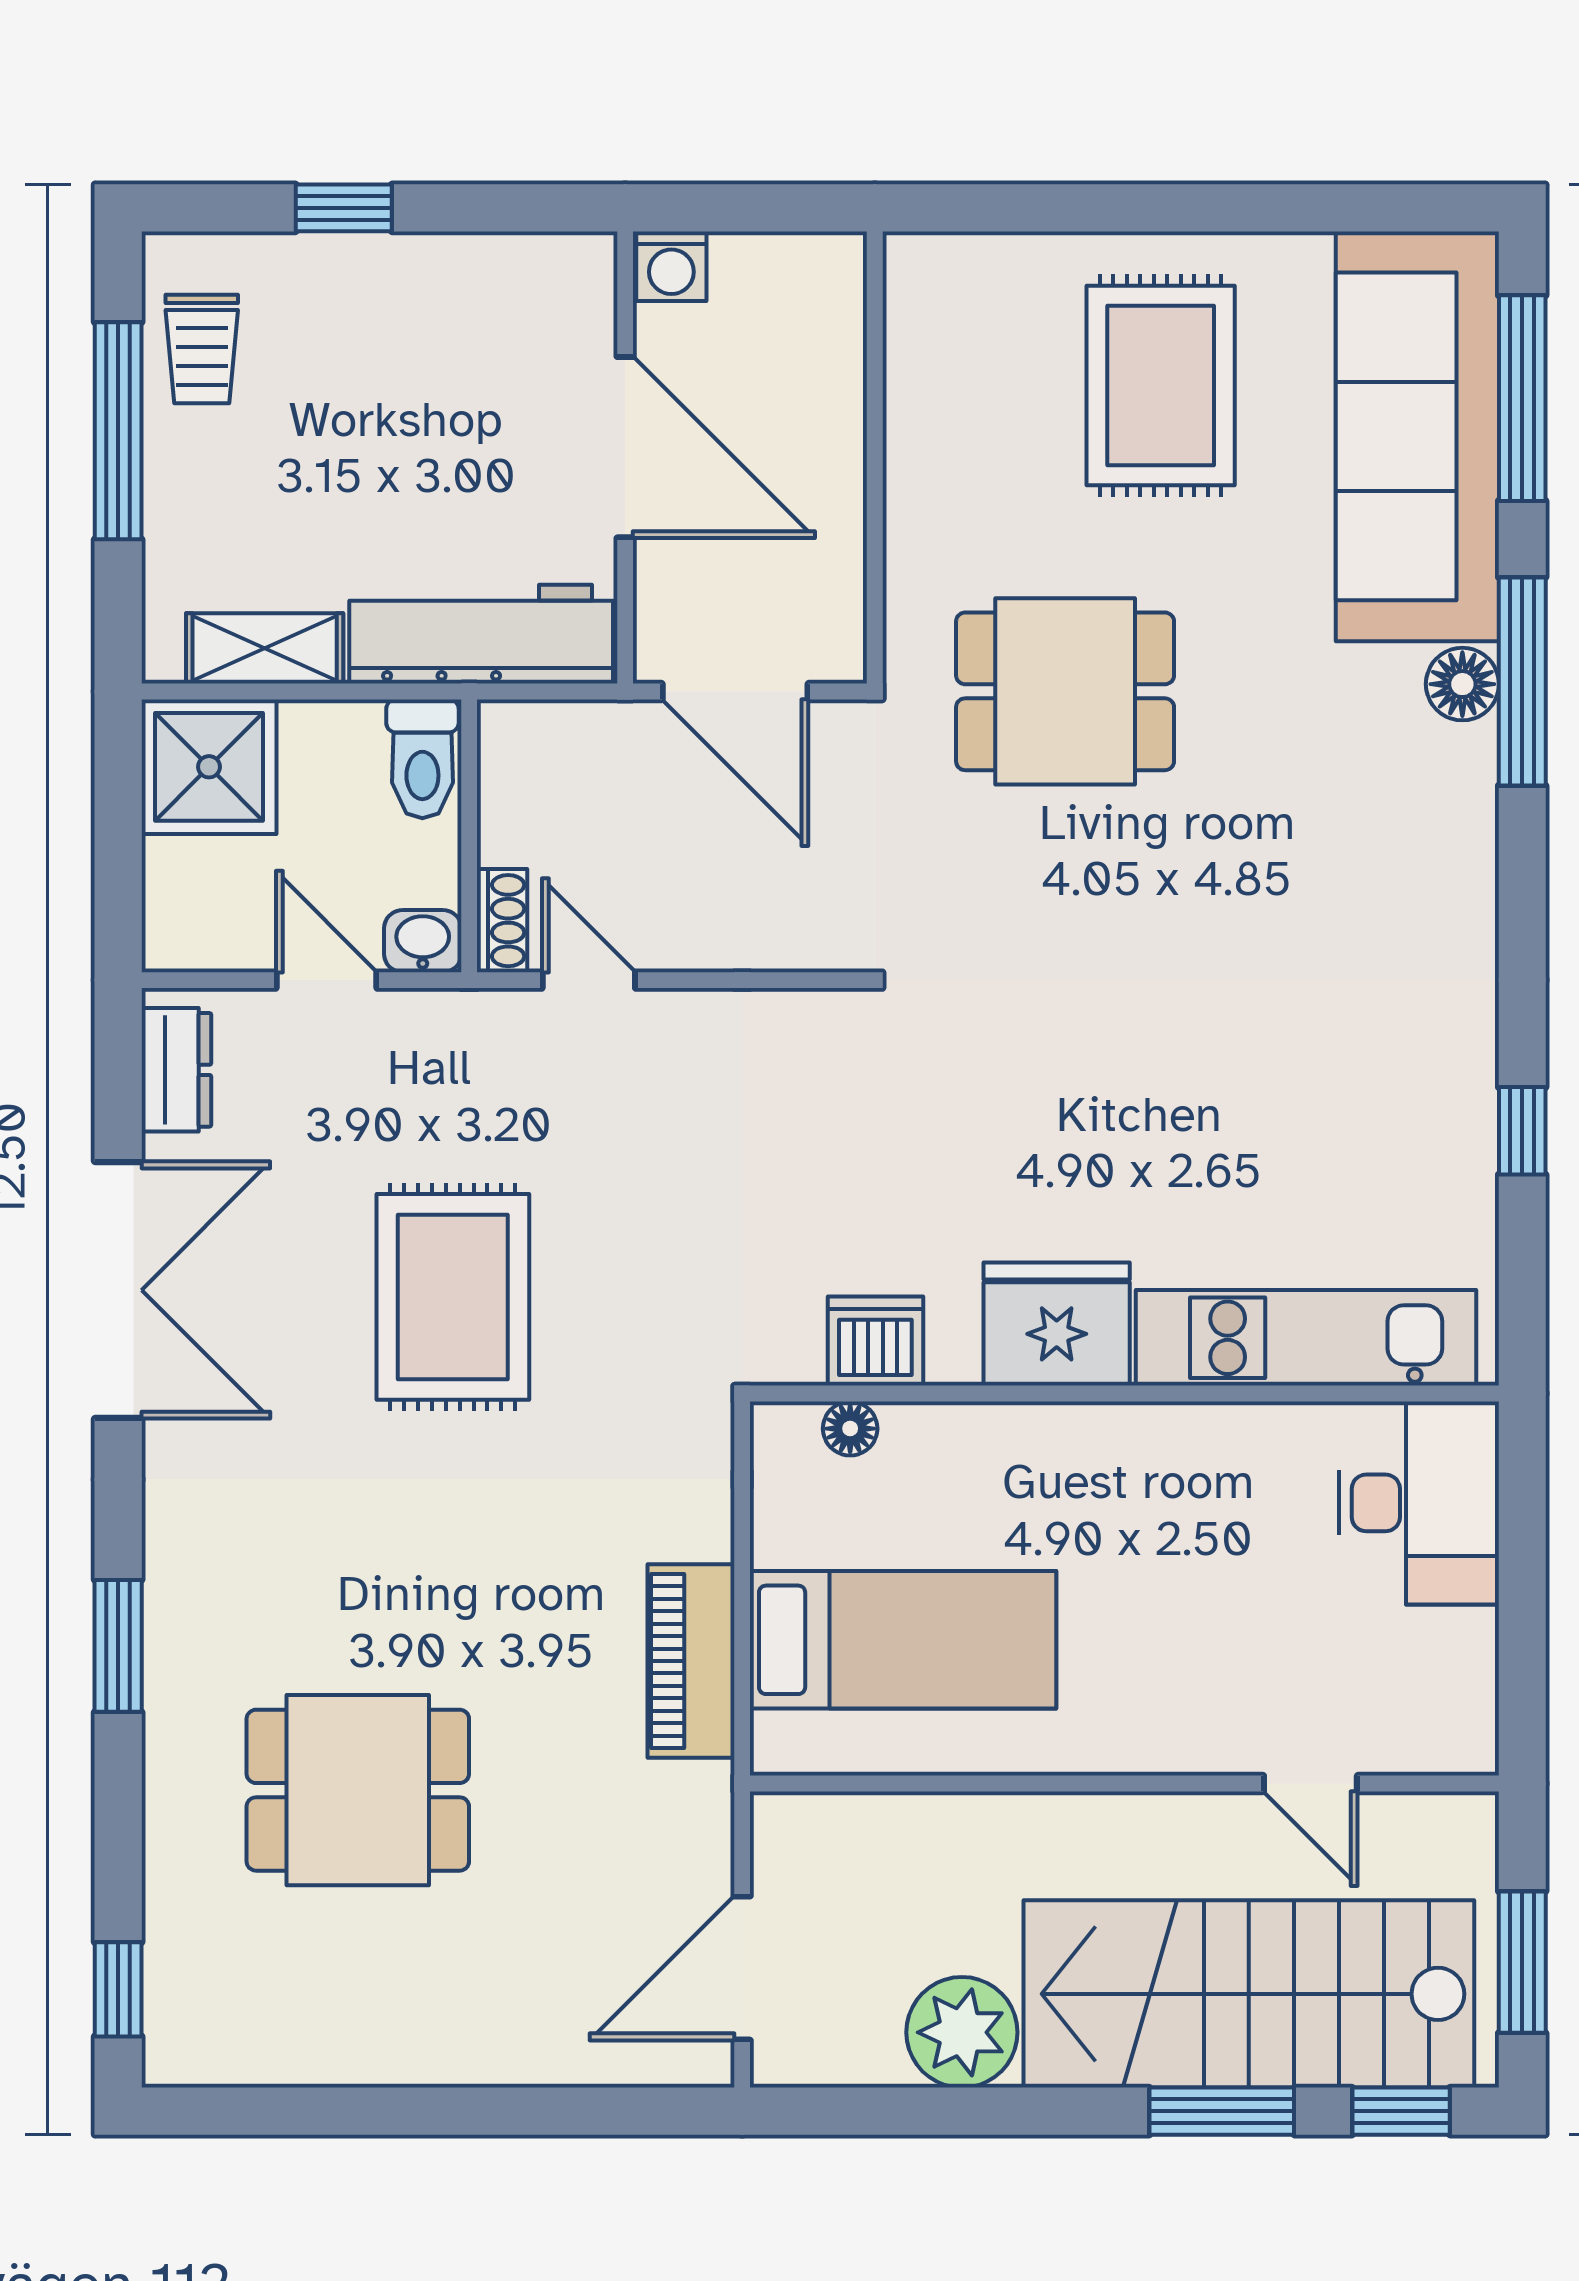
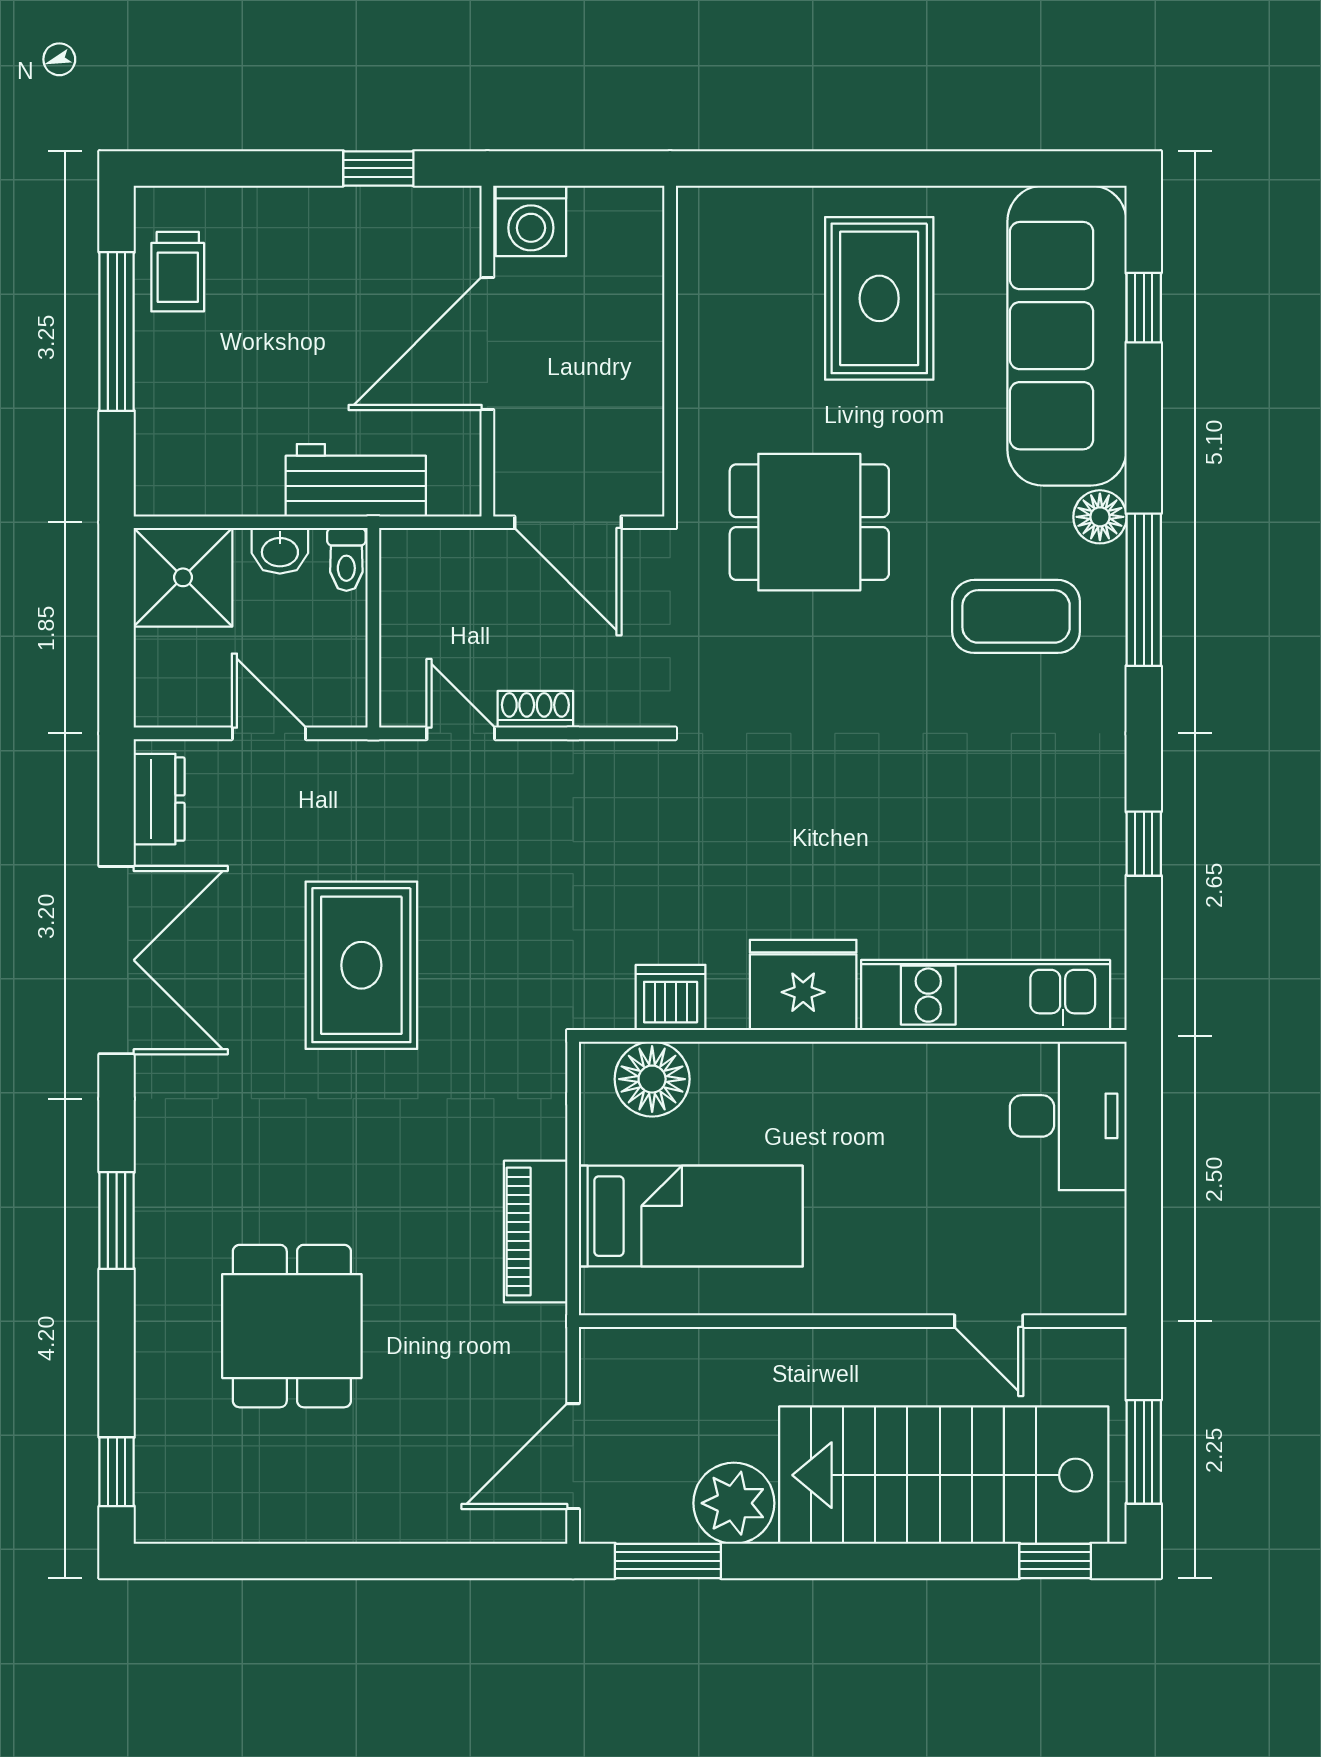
window: (344, 208) -> (378, 168), moved
washing machine: (671, 266) -> (531, 221), width x1.38, depth x1.38
window: (1522, 398) -> (1144, 308), width x0.46
door: (625, 447) -> (487, 344), swing flipped
workbench: (481, 634) -> (356, 480), width x0.73
shelving: (265, 648) -> (224, 491), removed
window: (1522, 681) -> (1144, 590), moved
toilet: (422, 759) -> (346, 559), width x0.73, depth x0.72
coffee table: (1348, 820) -> (1016, 616), added
shoe rack: (502, 921) -> (535, 709), moved, turned -90
washbasin: (423, 941) -> (280, 551), moved, turned 180
floor lamp: (850, 1429) -> (652, 1079), width x1.89, depth x1.89
dining table: (358, 1790) -> (292, 1326), turned 90
window: (1222, 2111) -> (668, 1561), moved

